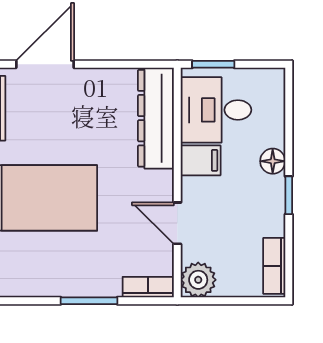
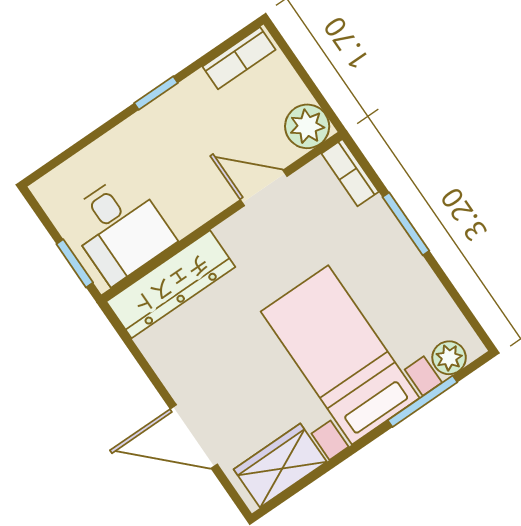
filing cabinet: (201, 160) -> (182, 208), removed
floor lamp: (273, 161) -> (132, 134), removed
door: (177, 223) -> (264, 188), swing flipped

